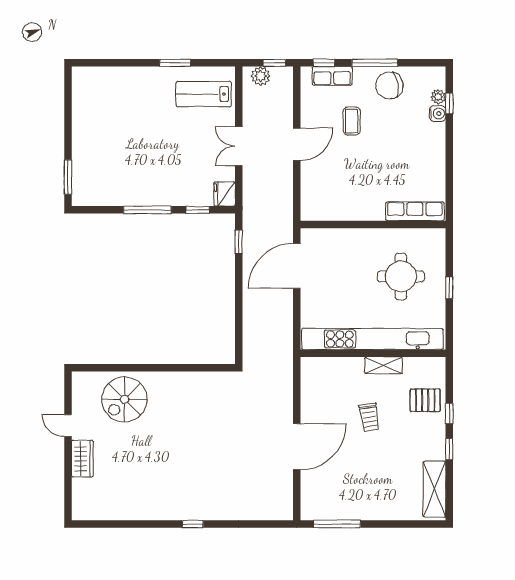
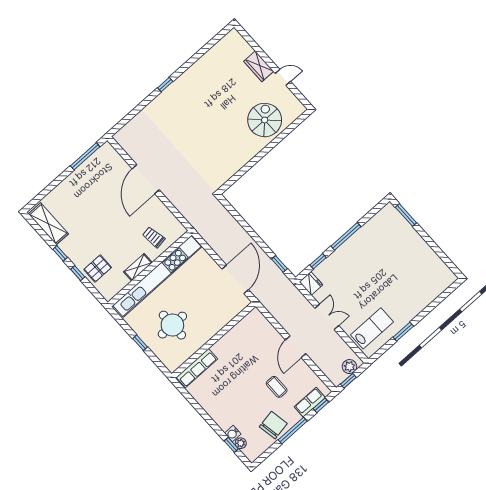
trolley: (369, 417) -> (154, 237), moved

